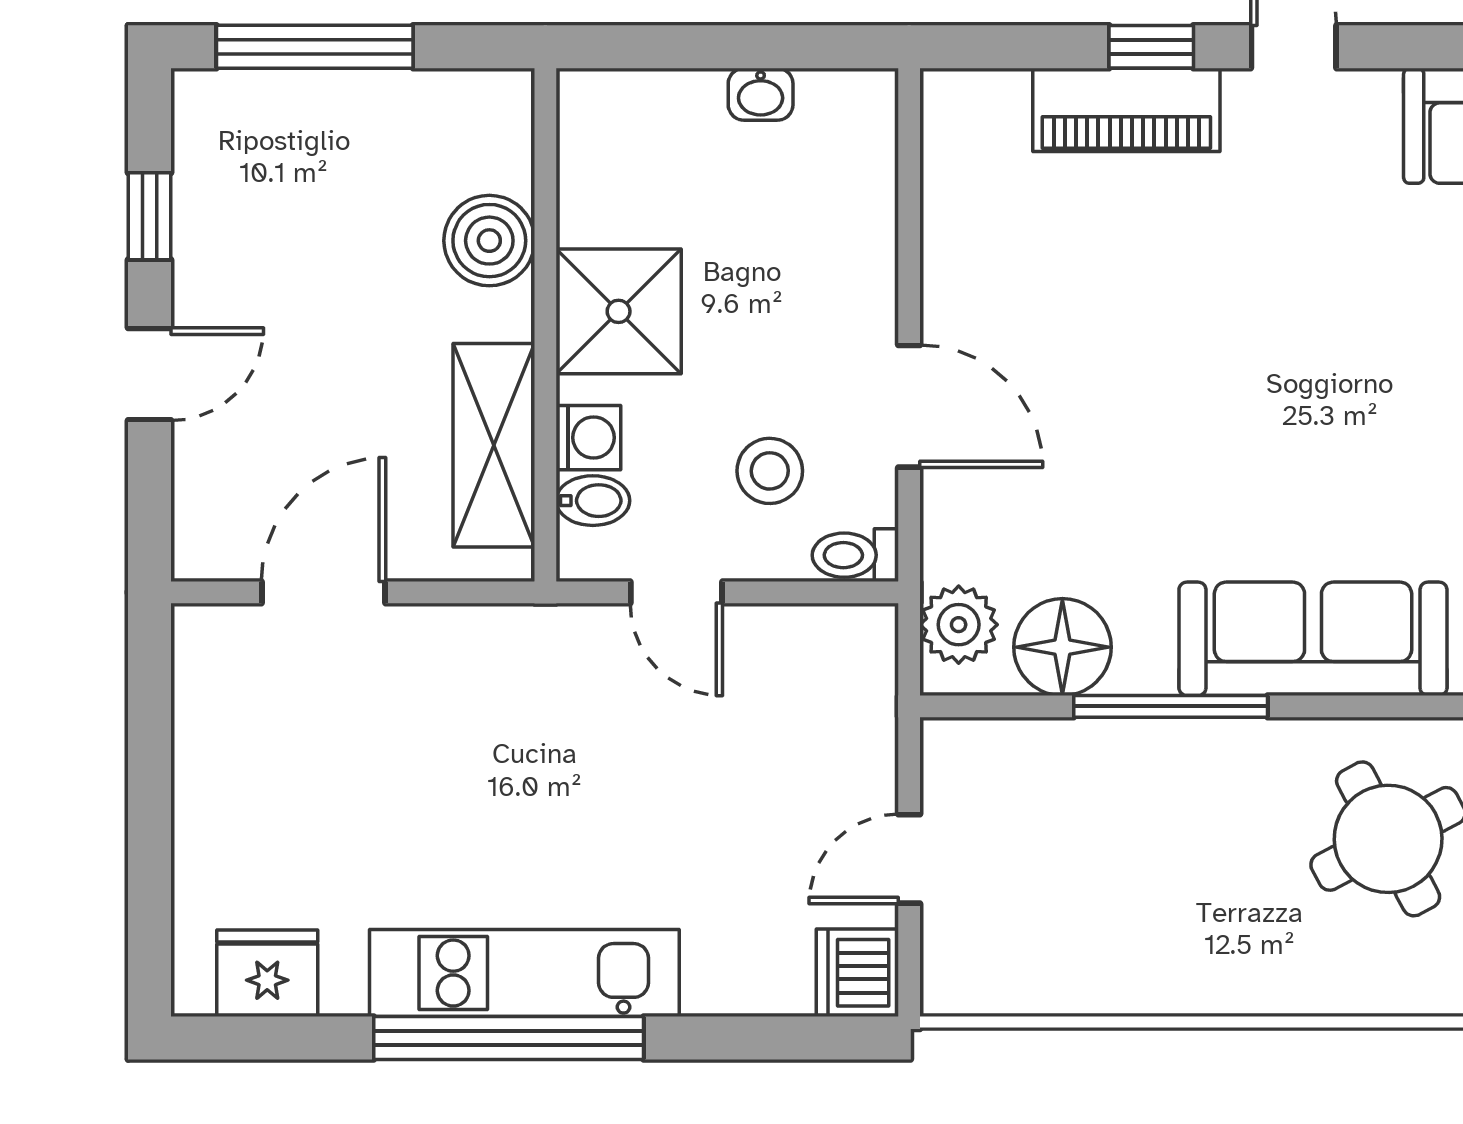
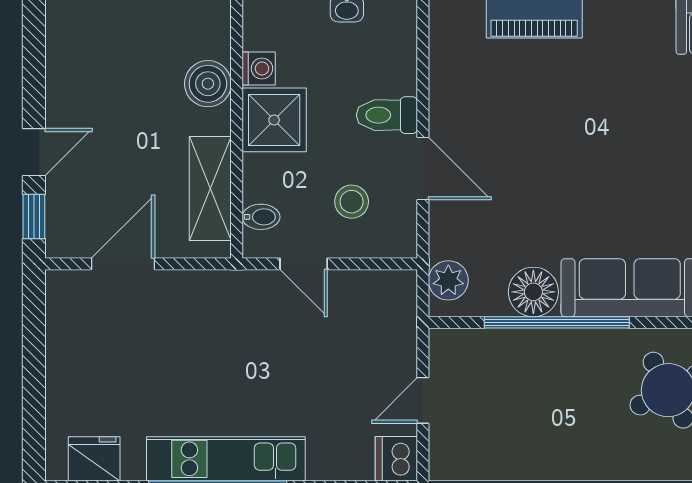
window: (150, 216) -> (34, 217), moved
washing machine: (588, 438) -> (259, 69), moved
toilet: (855, 555) -> (387, 115), moved, width x1.37, depth x1.39
floor lamp: (1062, 647) -> (533, 292), moved
window: (1171, 706) -> (557, 322), width x1.46

